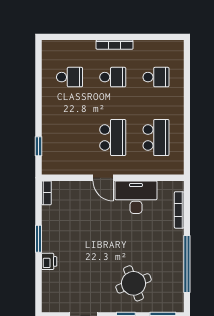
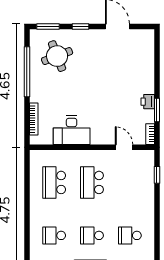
door: (103, 178) -> (124, 147), moved
window: (39, 239) -> (157, 110), moved
printer: (49, 261) -> (148, 102), moved
round table: (134, 283) -> (57, 56), moved

